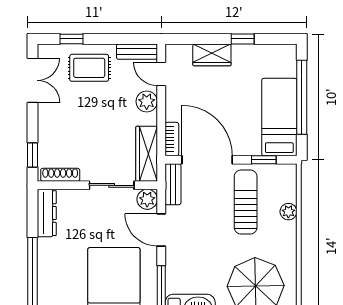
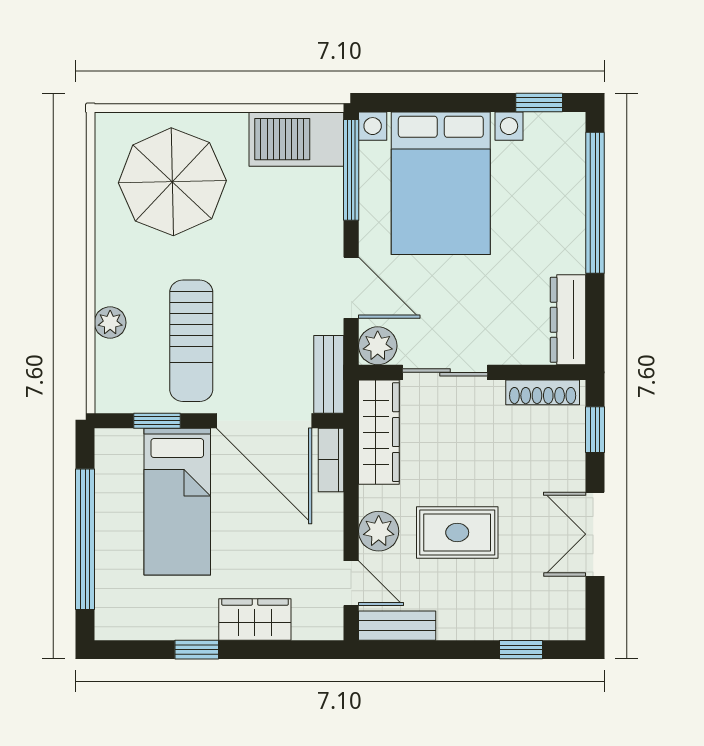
rug: (89, 68) -> (457, 532), moved
double door: (32, 80) -> (595, 534), moved
bed: (279, 117) -> (177, 502), moved

